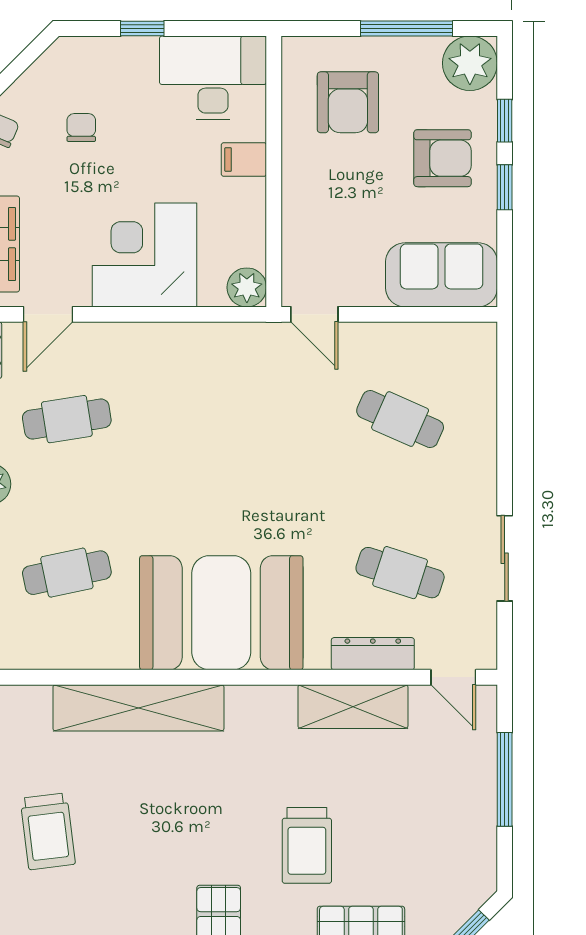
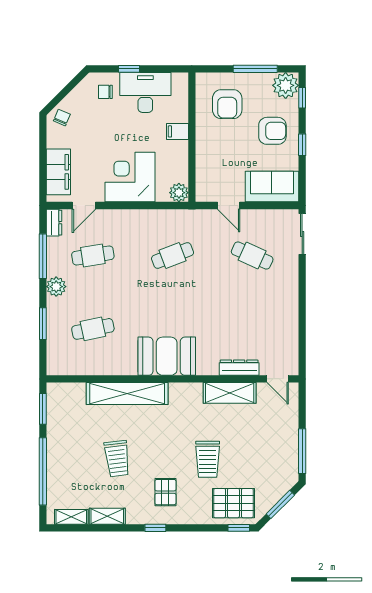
desk: (213, 78) -> (145, 92), moved
window: (505, 121) -> (302, 98), moved
chair: (81, 128) -> (105, 92), moved, turned -90
door: (314, 314) -> (229, 206), moved
sliding door: (505, 558) -> (302, 234), moved
cafe table: (400, 573) -> (173, 256), moved, turned -39
booth: (221, 613) -> (167, 356), width x0.73, depth x0.70
window: (505, 779) -> (302, 451), moved
trolley: (48, 831) -> (117, 459), moved

